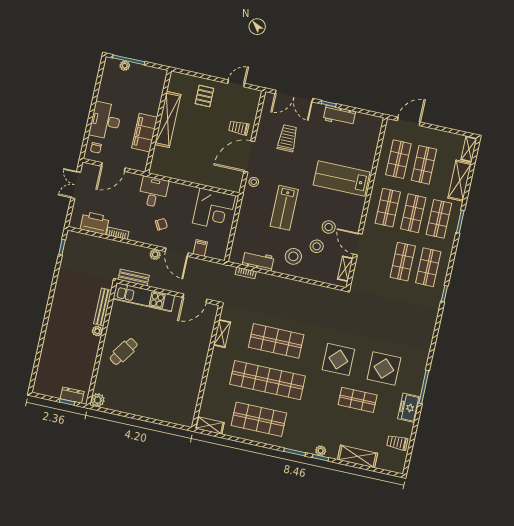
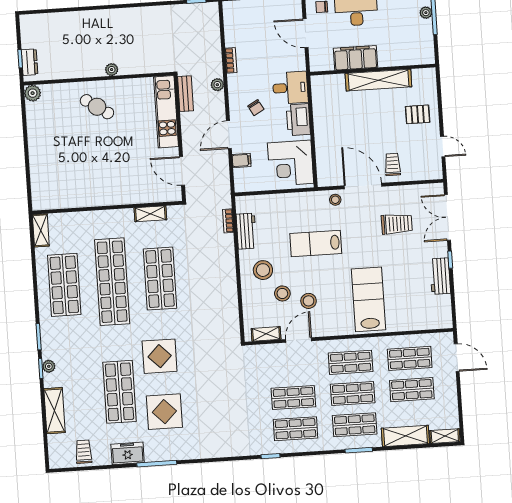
printer: (95, 223) -> (298, 120), moved, turned 180
plant: (155, 254) -> (217, 85), moved
bench: (103, 307) -> (141, 68), removed
shop shelf: (358, 400) -> (119, 392), width x1.43, depth x1.36

